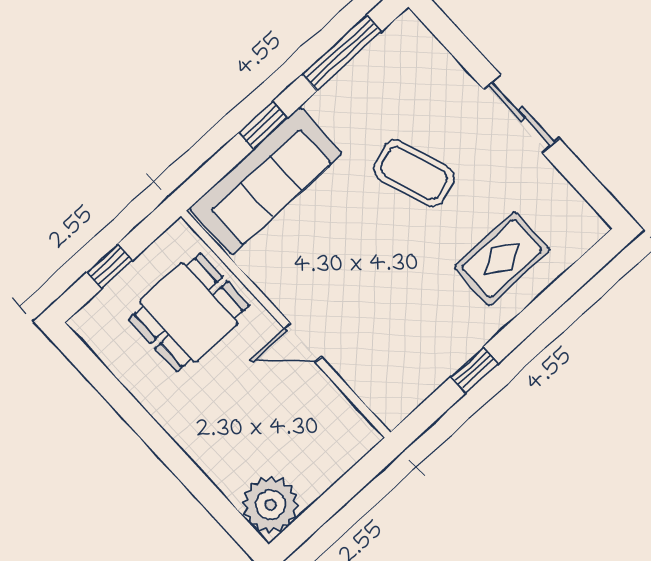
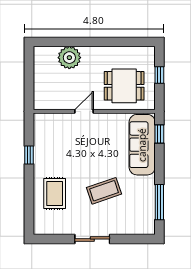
window: (263, 125) -> (159, 134), moved
dining table: (189, 313) -> (124, 86), turned 90
plant: (270, 505) -> (69, 58), moved

